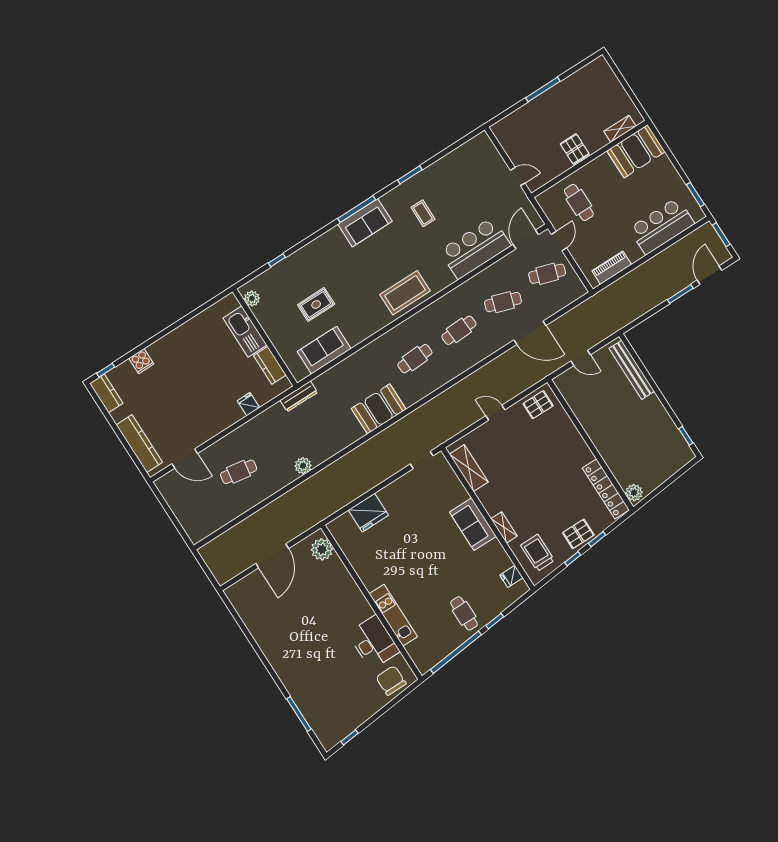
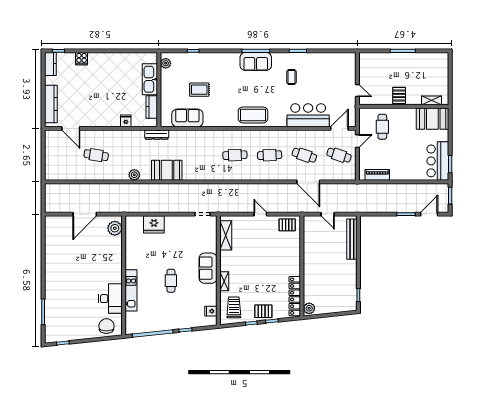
bar counter: (662, 226) -> (438, 161), moved, turned -90
booth: (379, 409) -> (167, 170), moved
cafe table: (464, 613) -> (171, 281), moved

